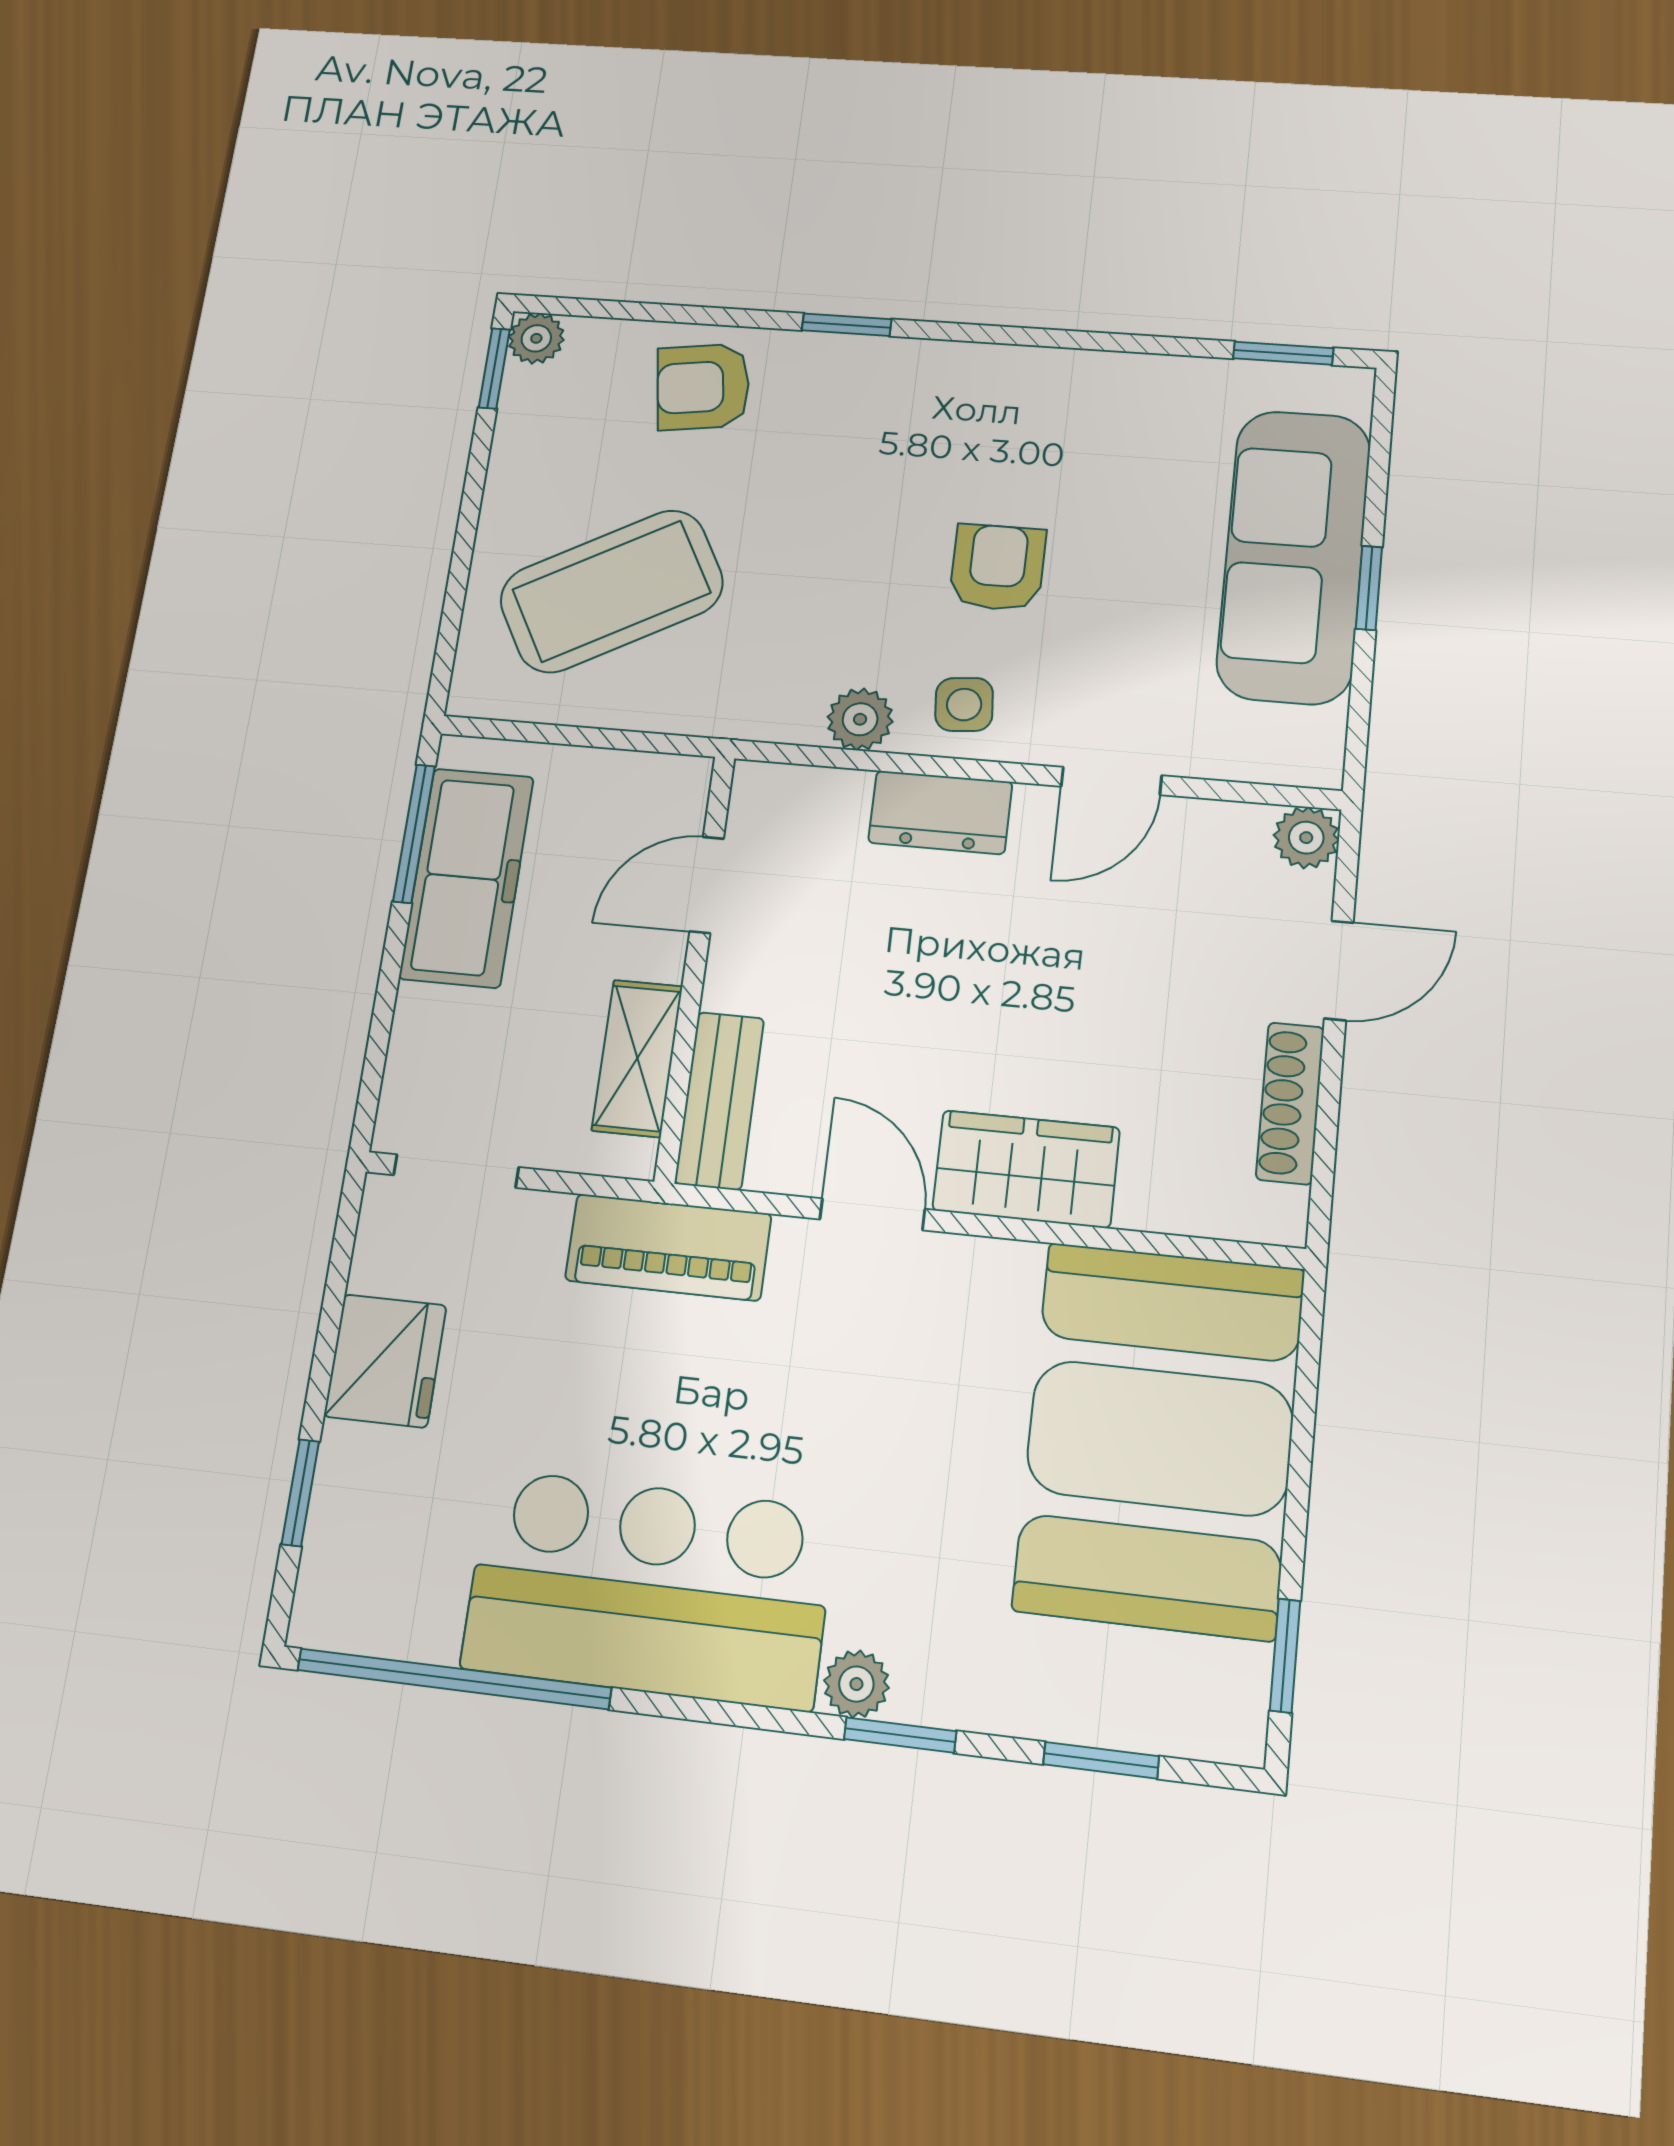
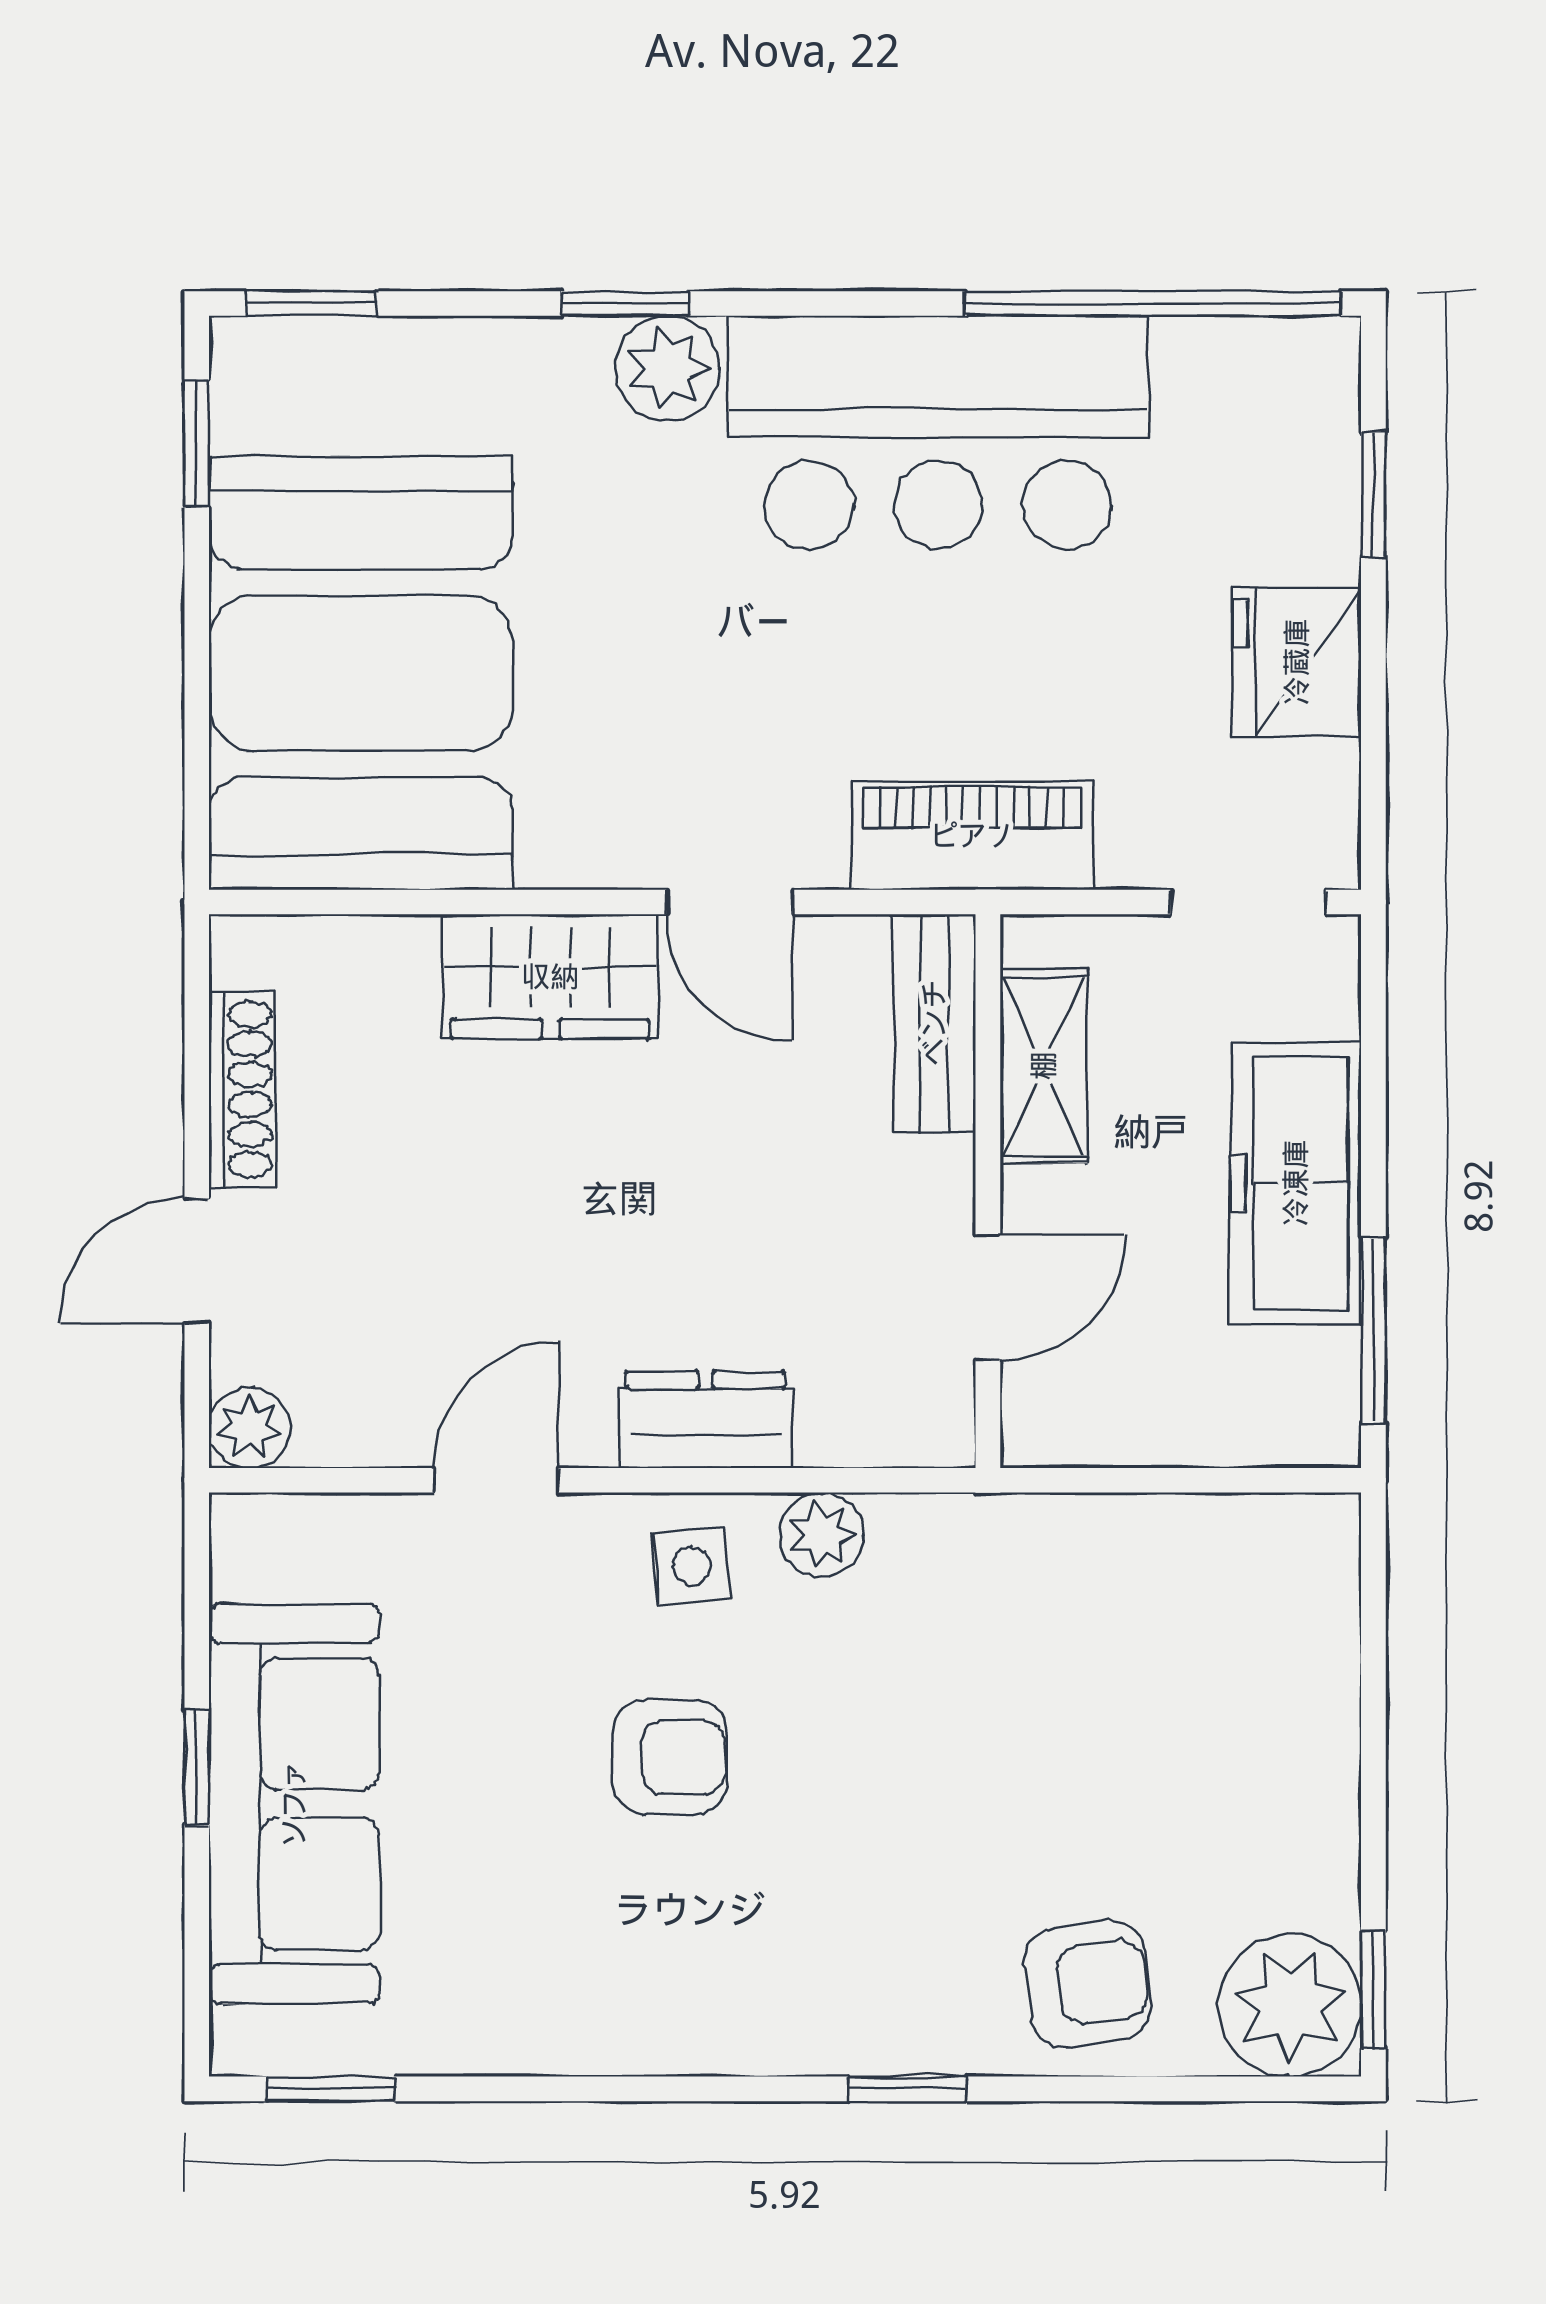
plant: (536, 338) -> (1290, 2005), width x1.88, depth x1.88
armchair: (998, 567) -> (670, 1757), turned -90
coffee table: (611, 591) -> (1167, 1683), removed
freezer: (467, 877) -> (1296, 1183), moved
plant: (856, 1684) -> (667, 368), width x1.38, depth x1.38
window: (1101, 1760) -> (312, 304), moved

